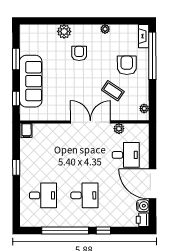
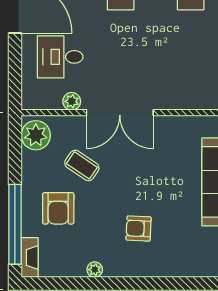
plant: (64, 31) -> (164, 266), removed
armchair: (79, 53) -> (139, 228), turned 93
plant: (144, 109) -> (36, 135), width x1.88, depth x1.88

